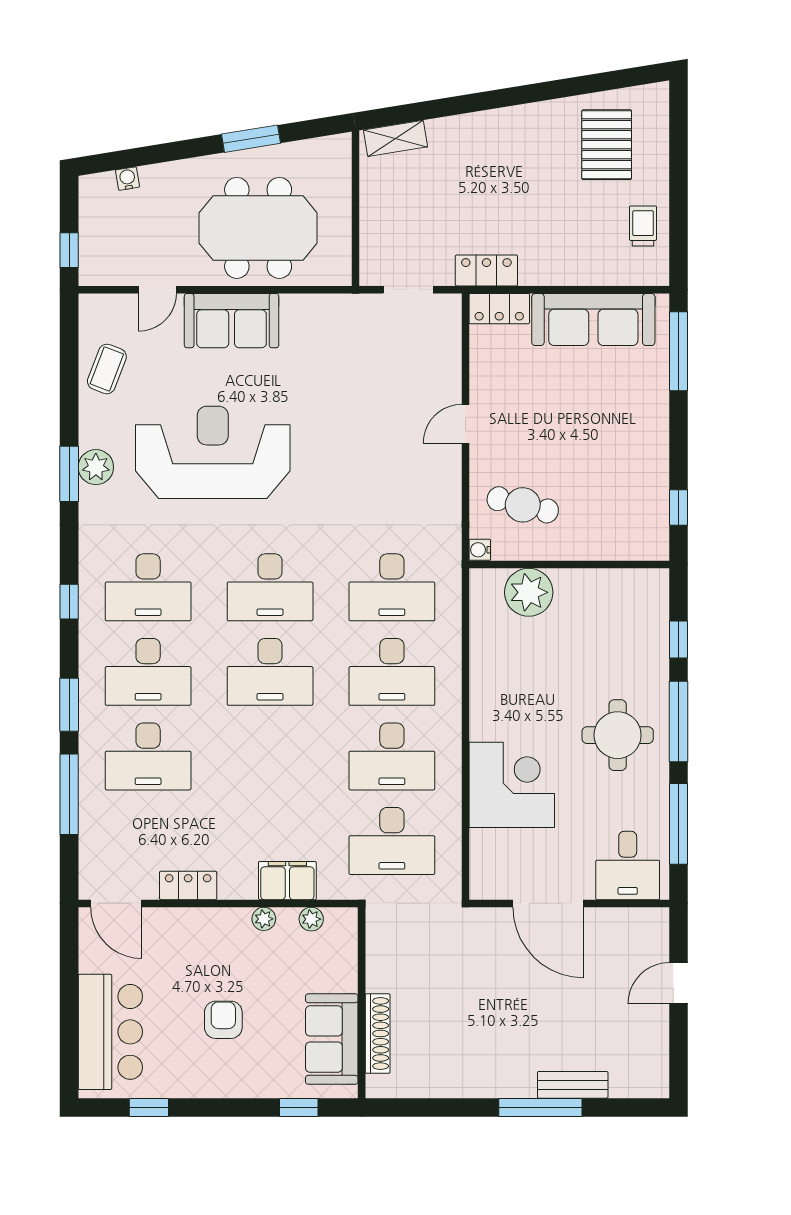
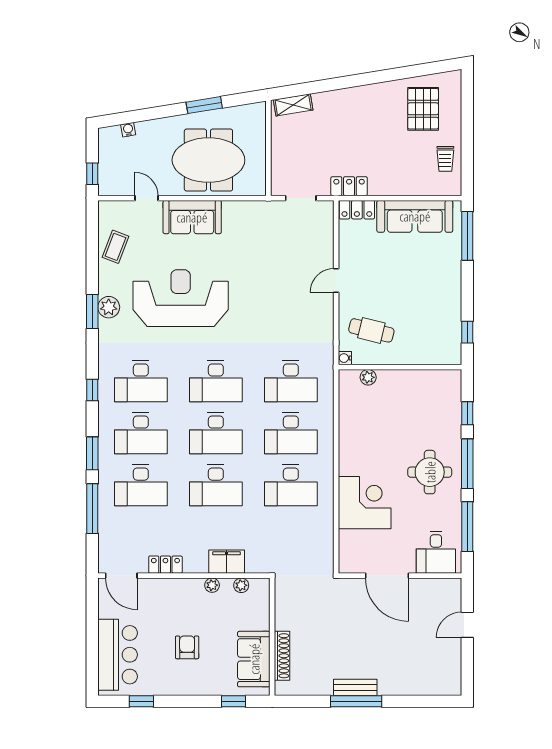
trolley: (643, 226) -> (445, 159), turned 180
door: (157, 290) -> (147, 198), swing flipped
plant: (529, 592) -> (368, 377), width x0.53, depth x0.53
desk: (392, 841) -> (216, 485), moved
bench: (573, 1085) -> (355, 687), moved
window: (540, 1107) -> (356, 701), moved

